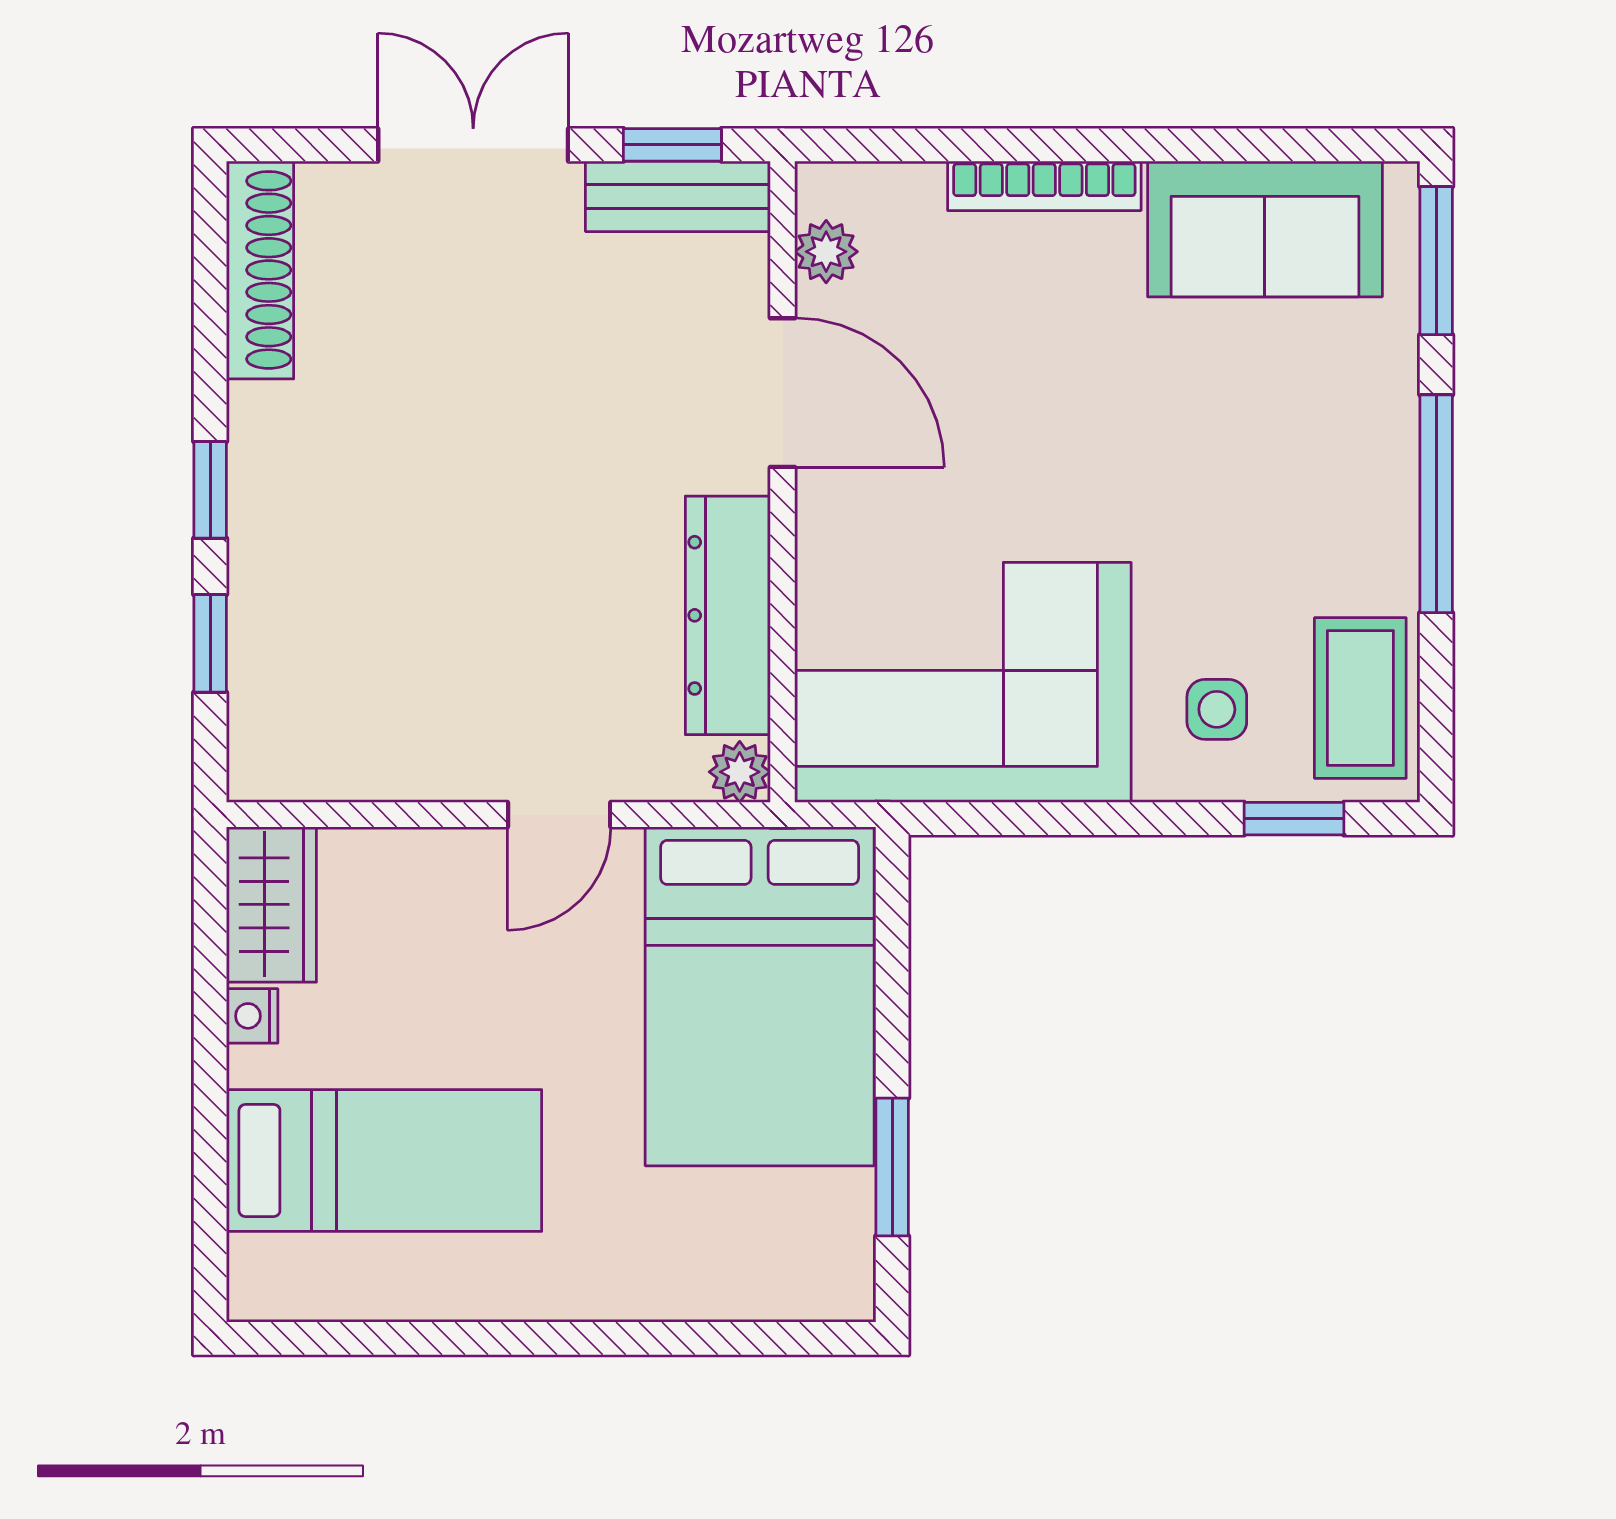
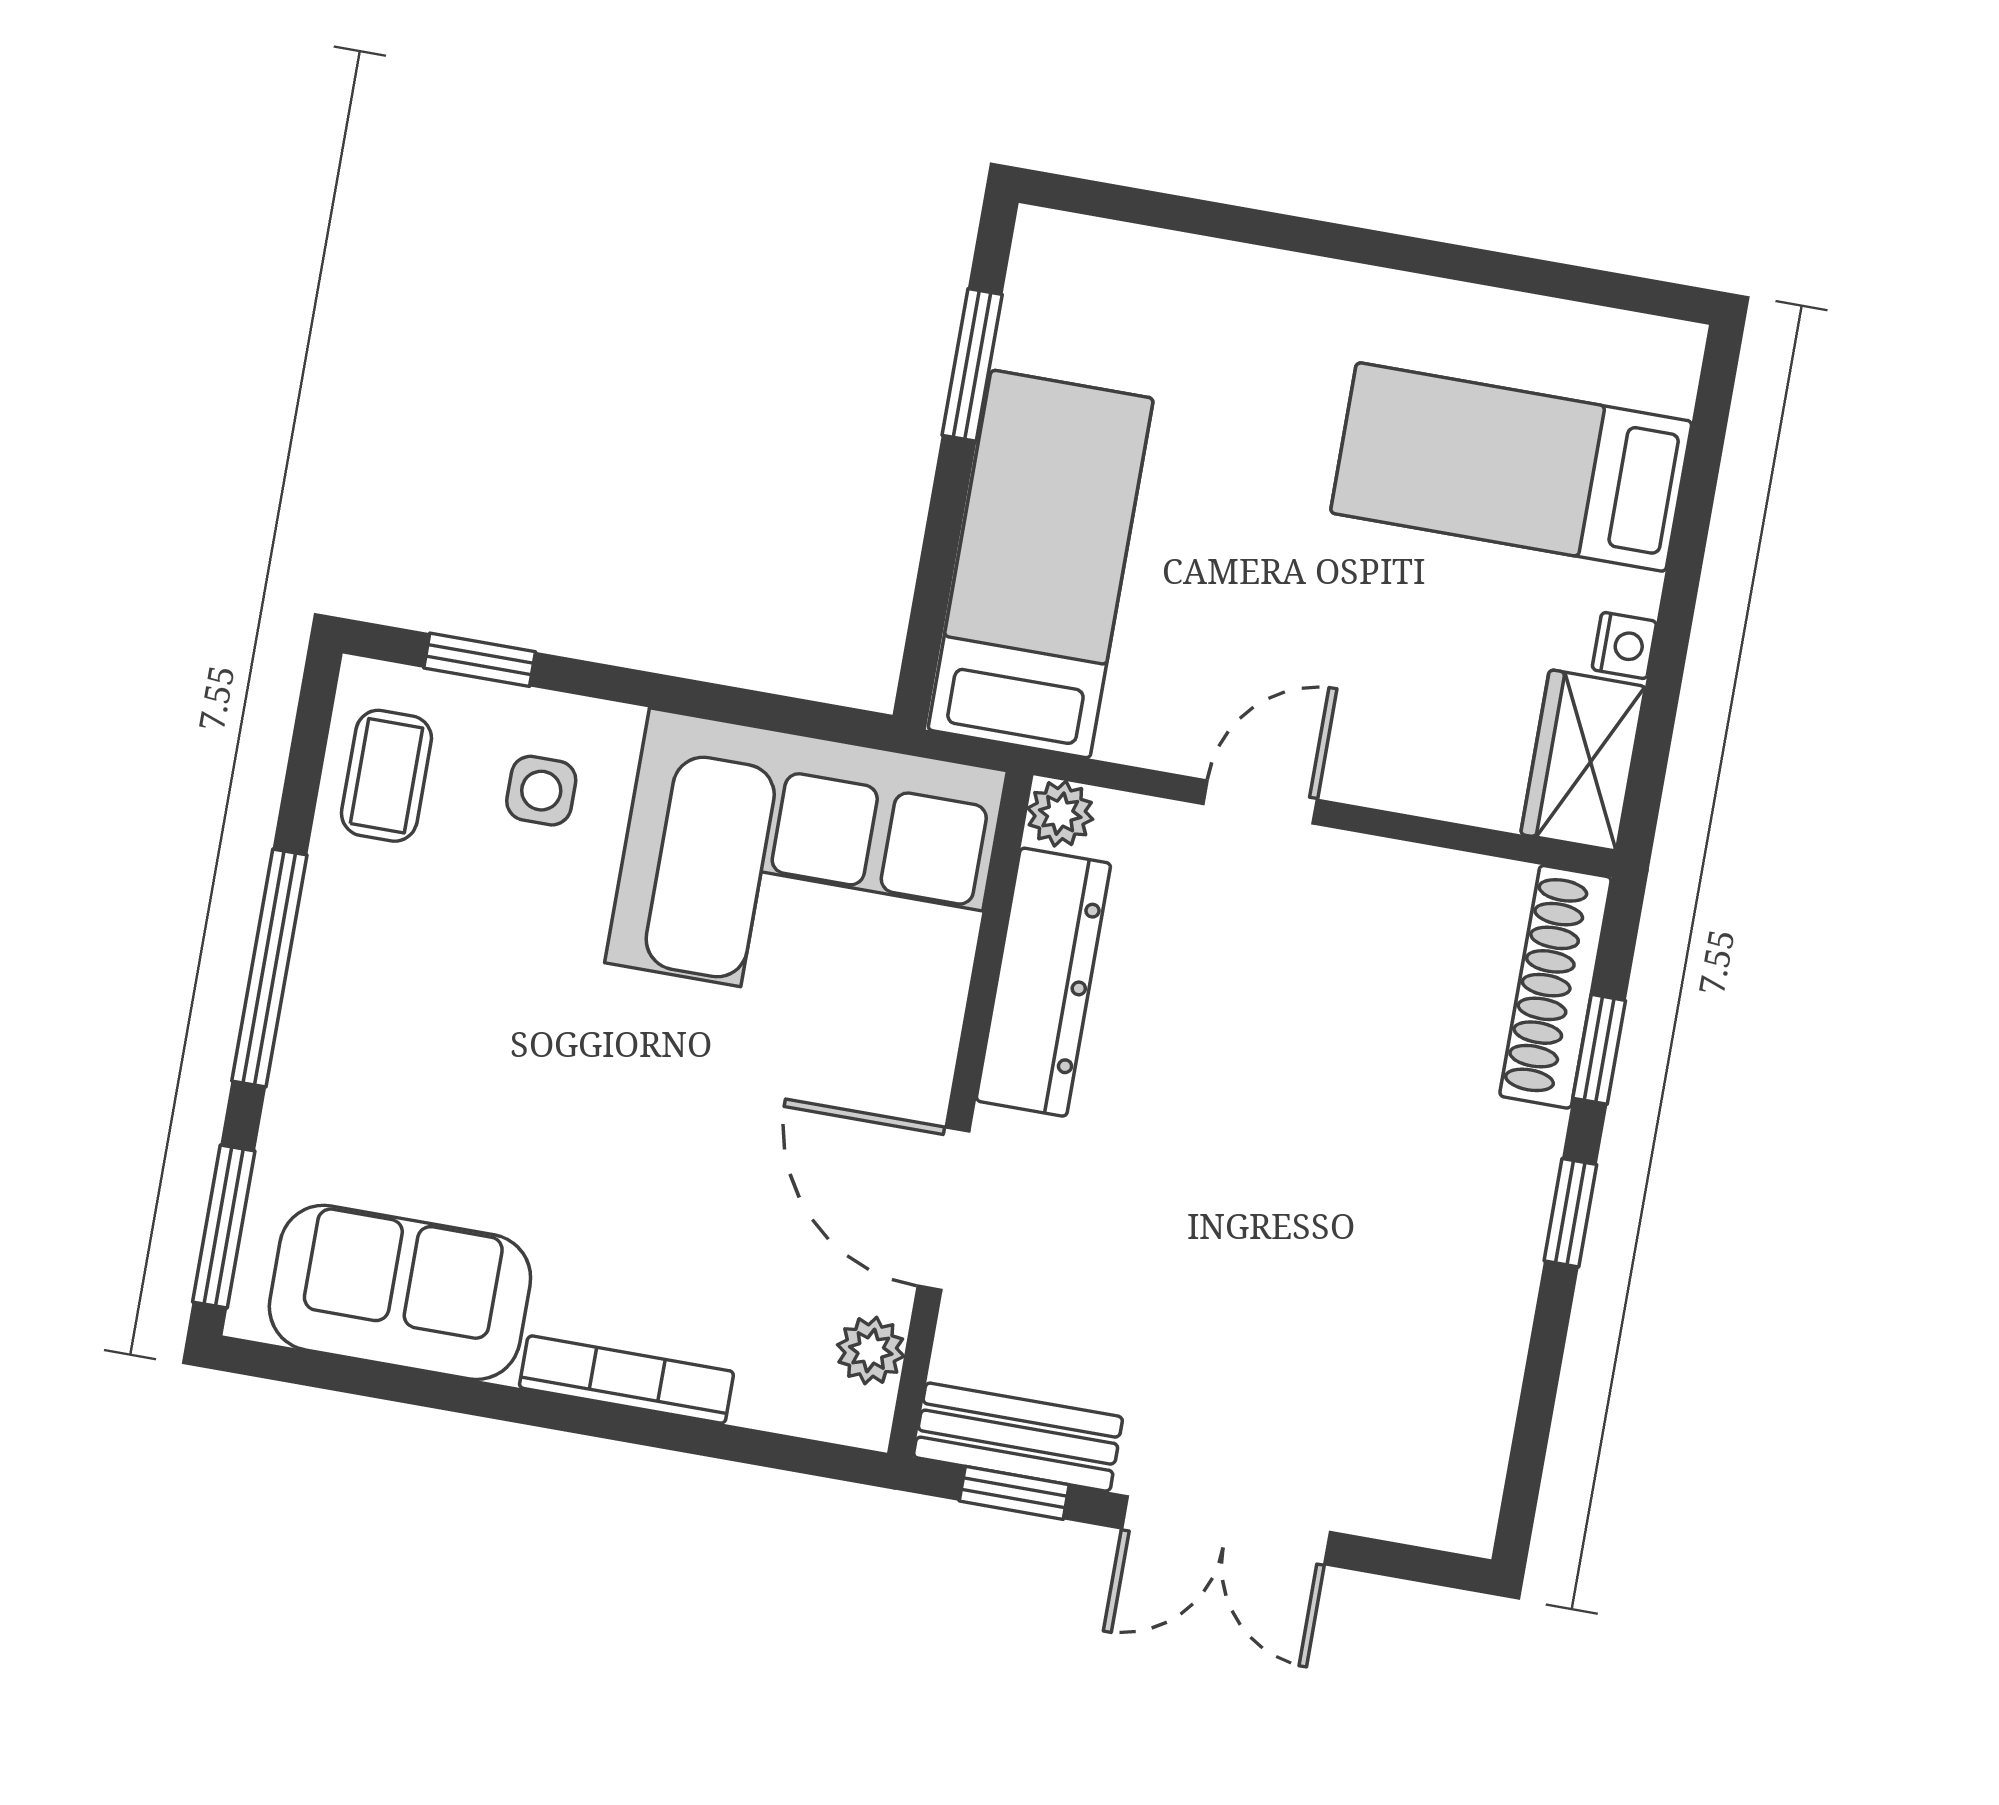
shoe rack: (260, 270) -> (1555, 987), moved
coffee table: (1360, 698) -> (386, 776), width x0.73, depth x0.77
bed: (760, 996) -> (1041, 564), width x0.67

